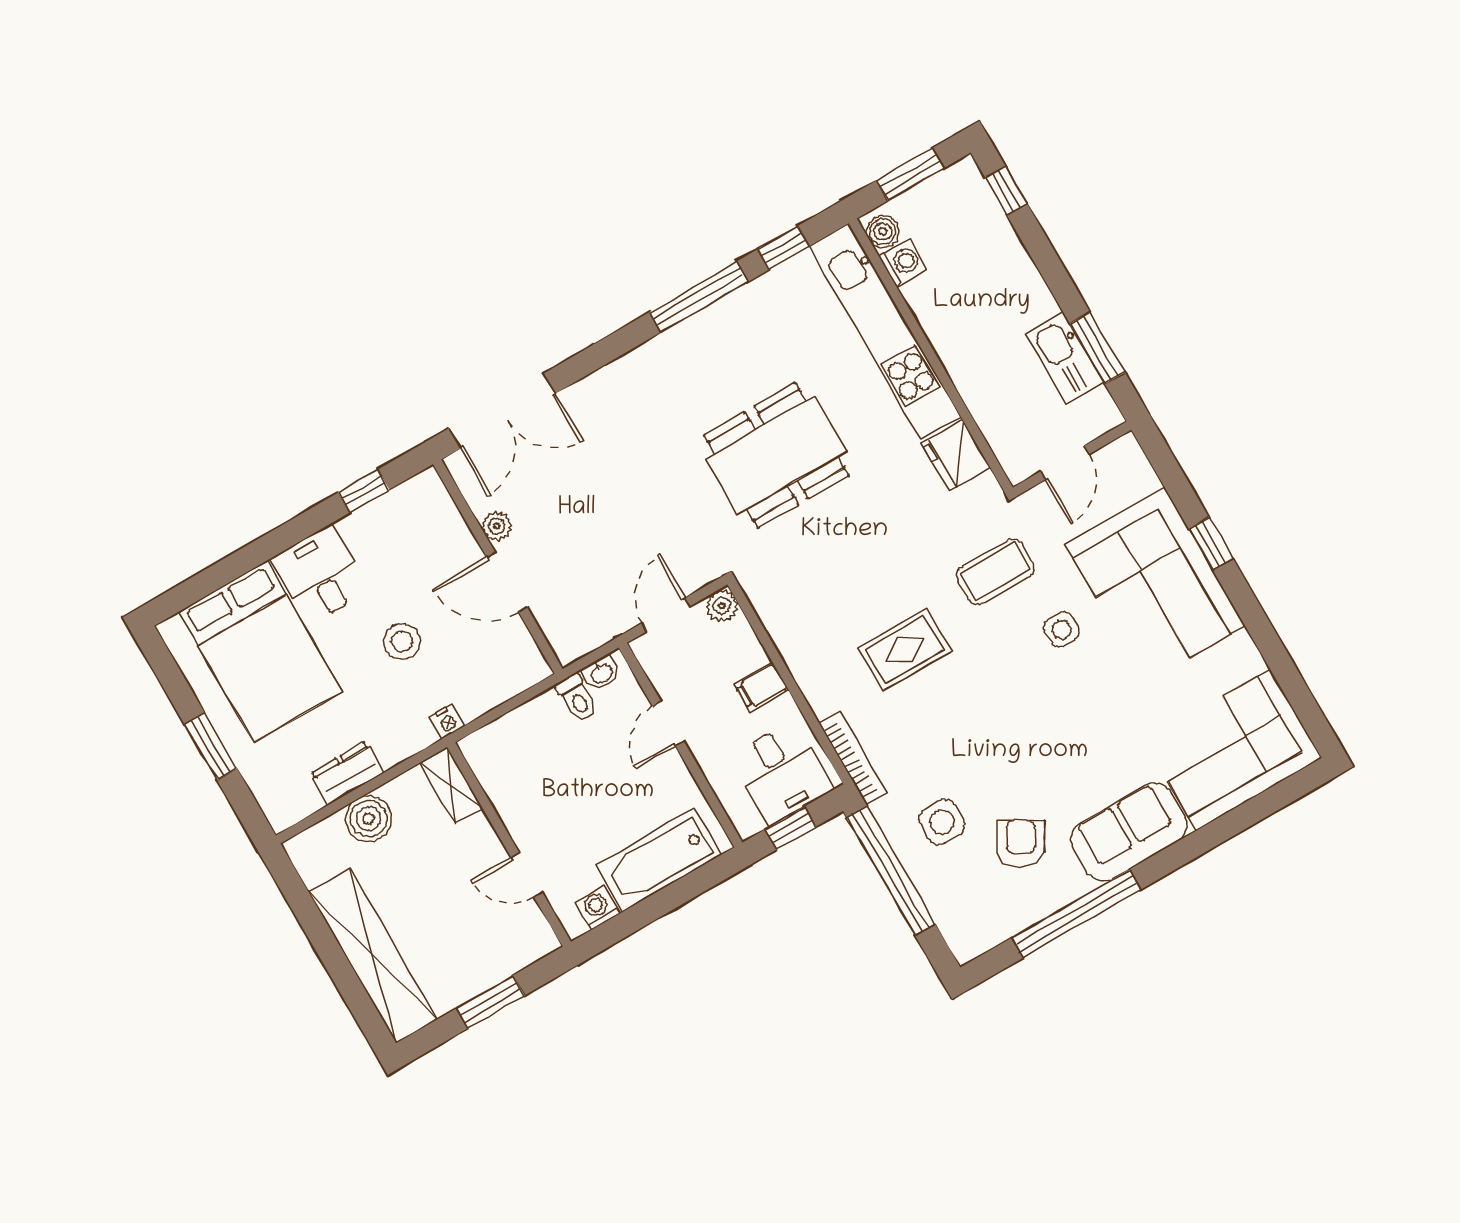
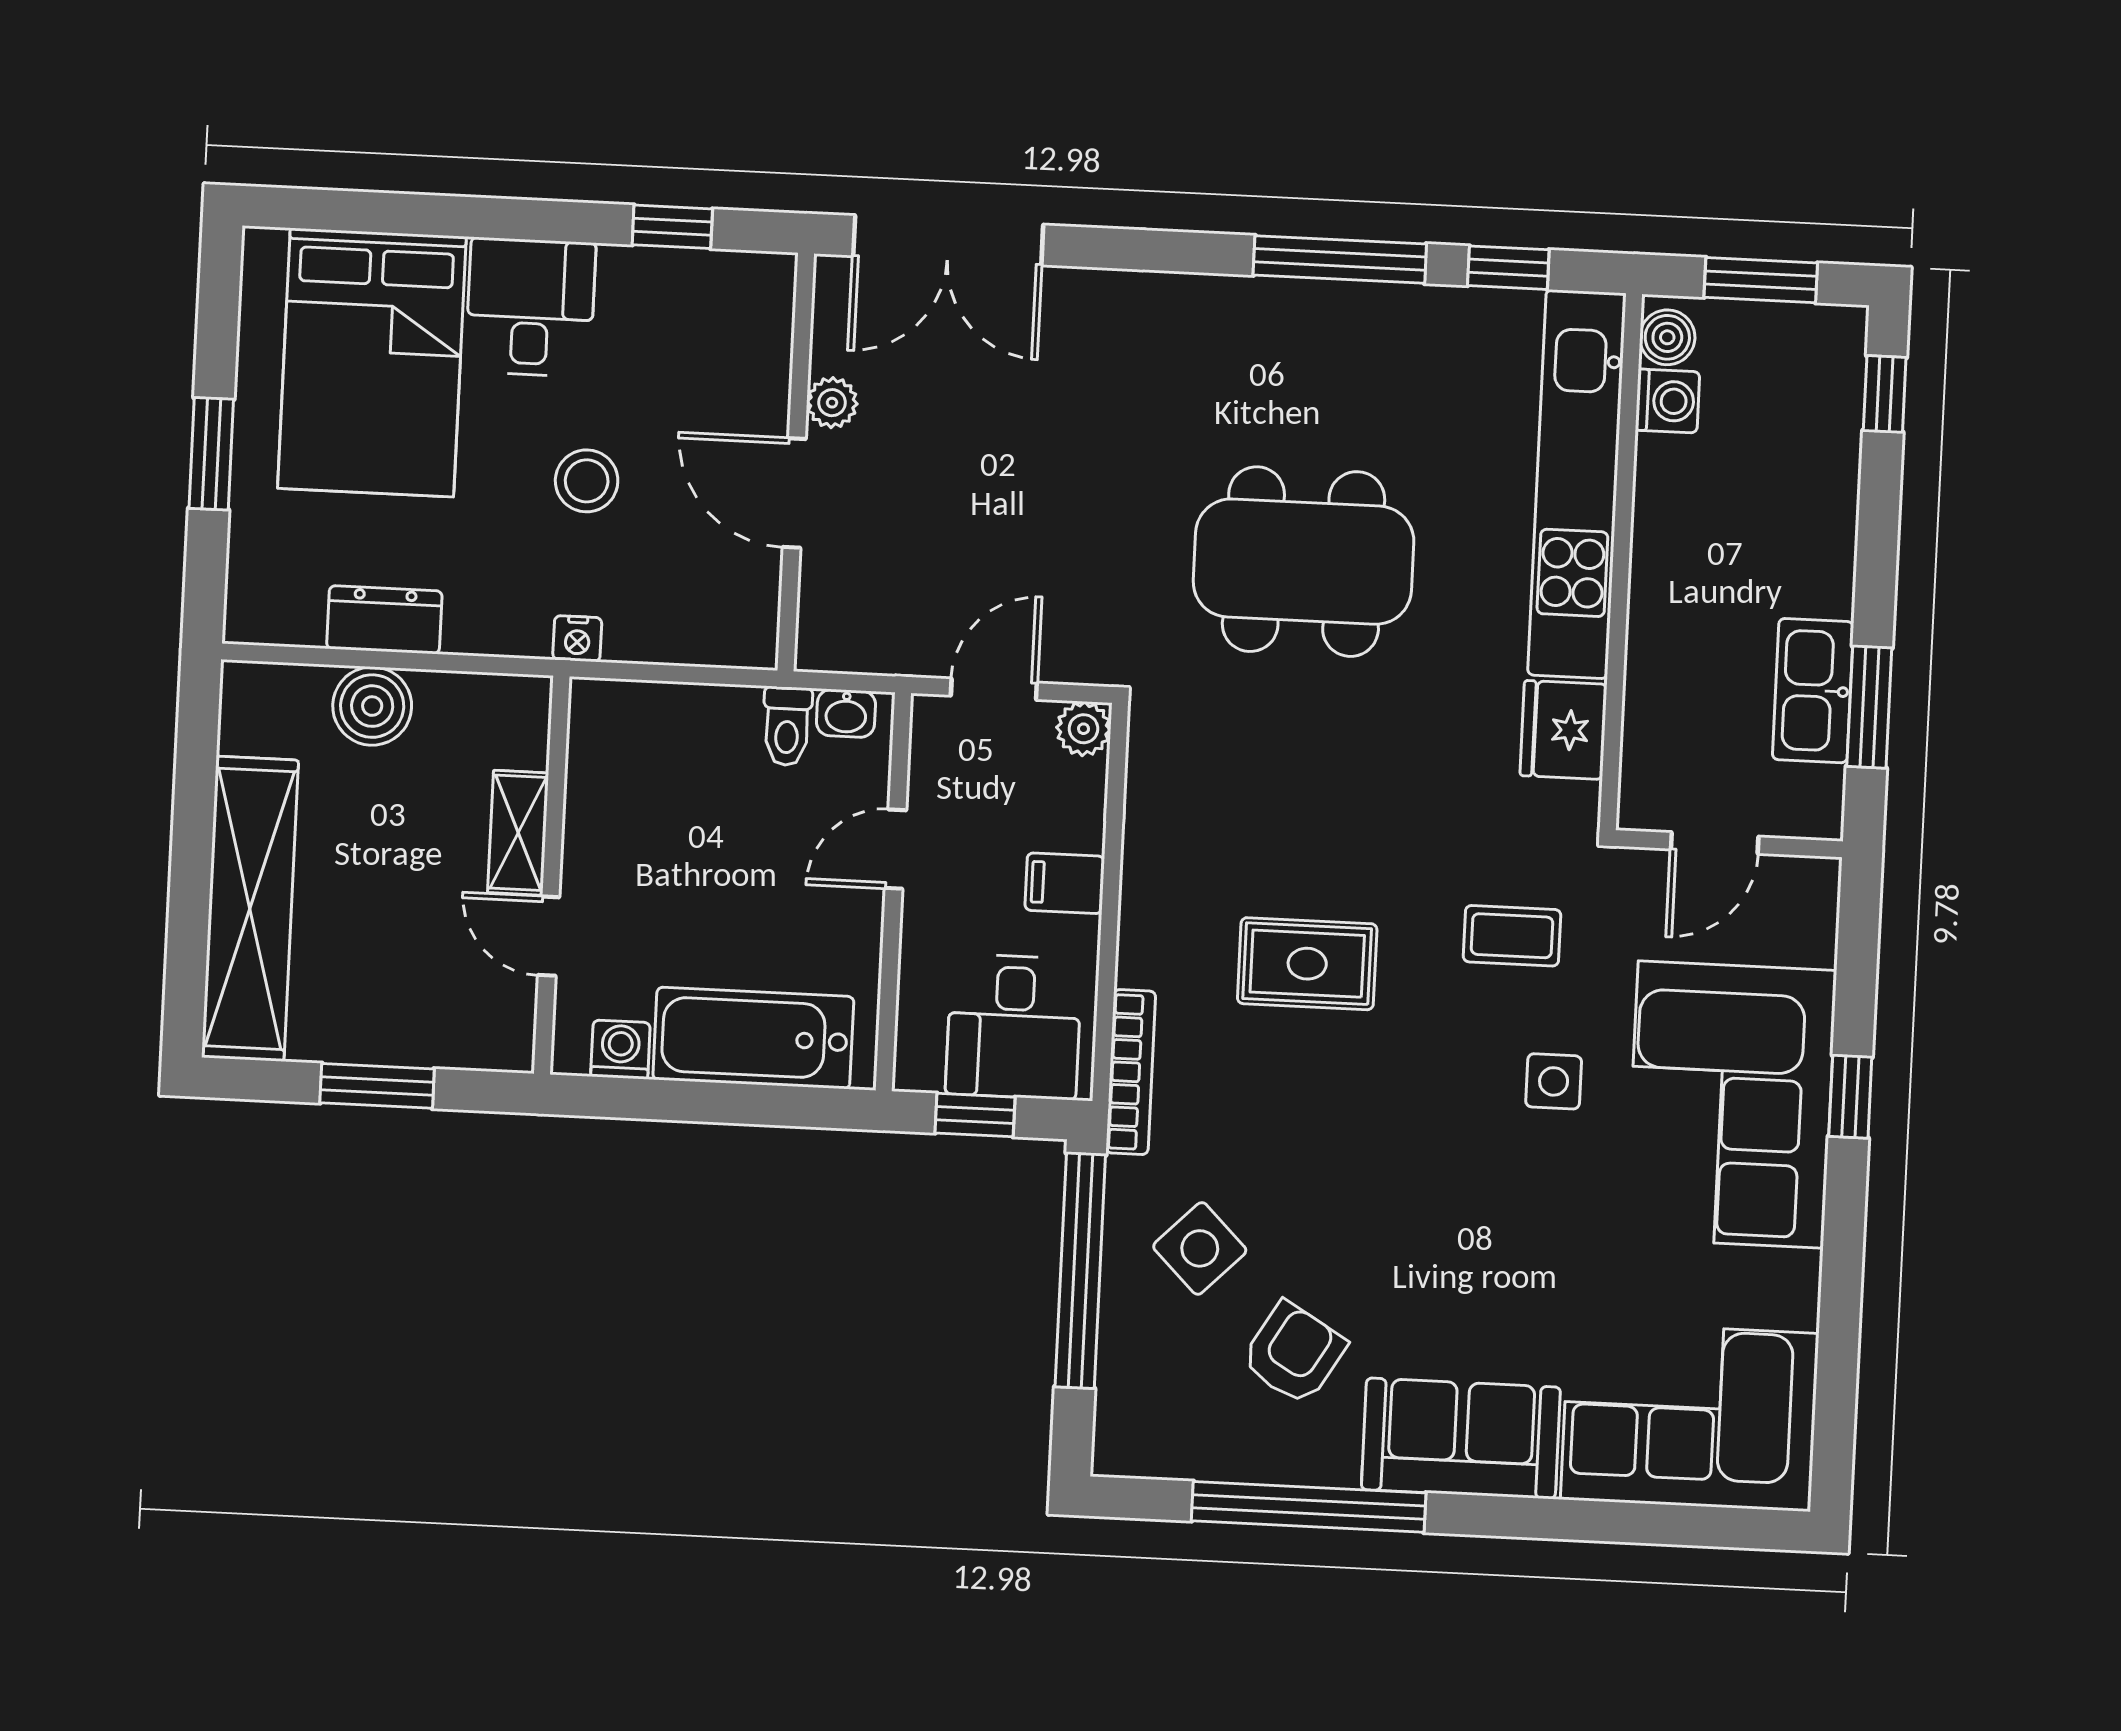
coffee table: (995, 572) -> (1512, 936), width x0.73, depth x0.77
shelving: (451, 786) -> (518, 833), moved
side table: (942, 822) -> (1200, 1248), turned 45

